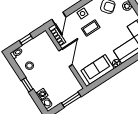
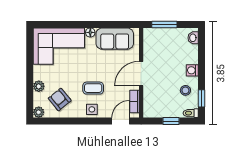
window: (27, 85) -> (201, 98), moved
washing machine: (42, 94) -> (192, 70), moved

